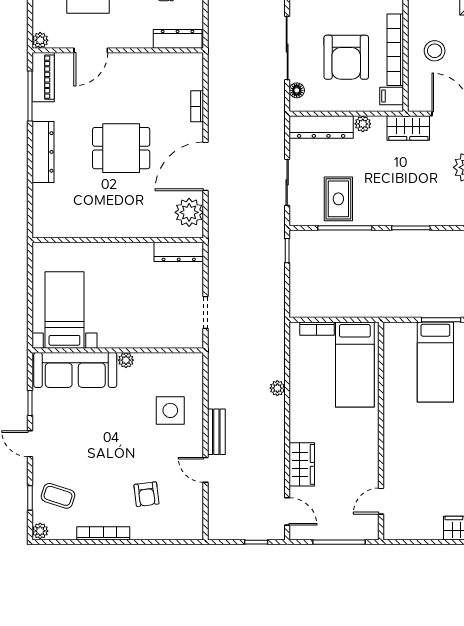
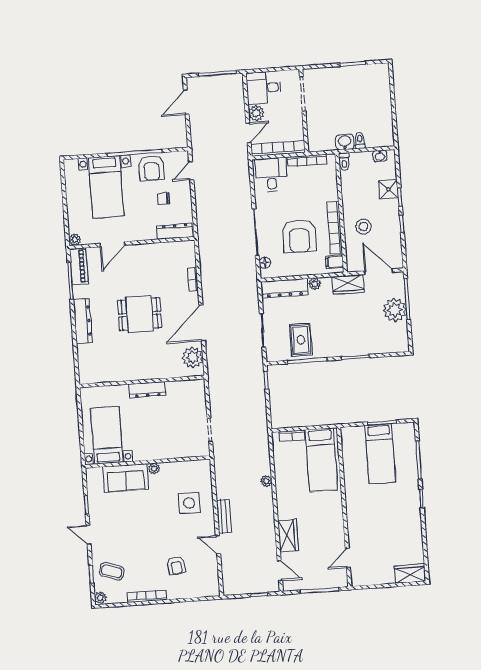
dresser: (179, 252) -> (147, 390), moved
sofa: (75, 370) -> (126, 478), width x0.73

